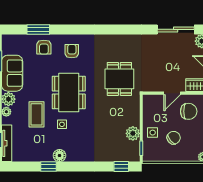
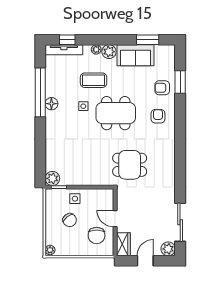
armchair: (72, 51) -> (158, 116), turned -90
plant: (133, 133) -> (52, 178), moved
window: (48, 167) -> (40, 92), width x3.17
window: (121, 167) -> (40, 167), removed

